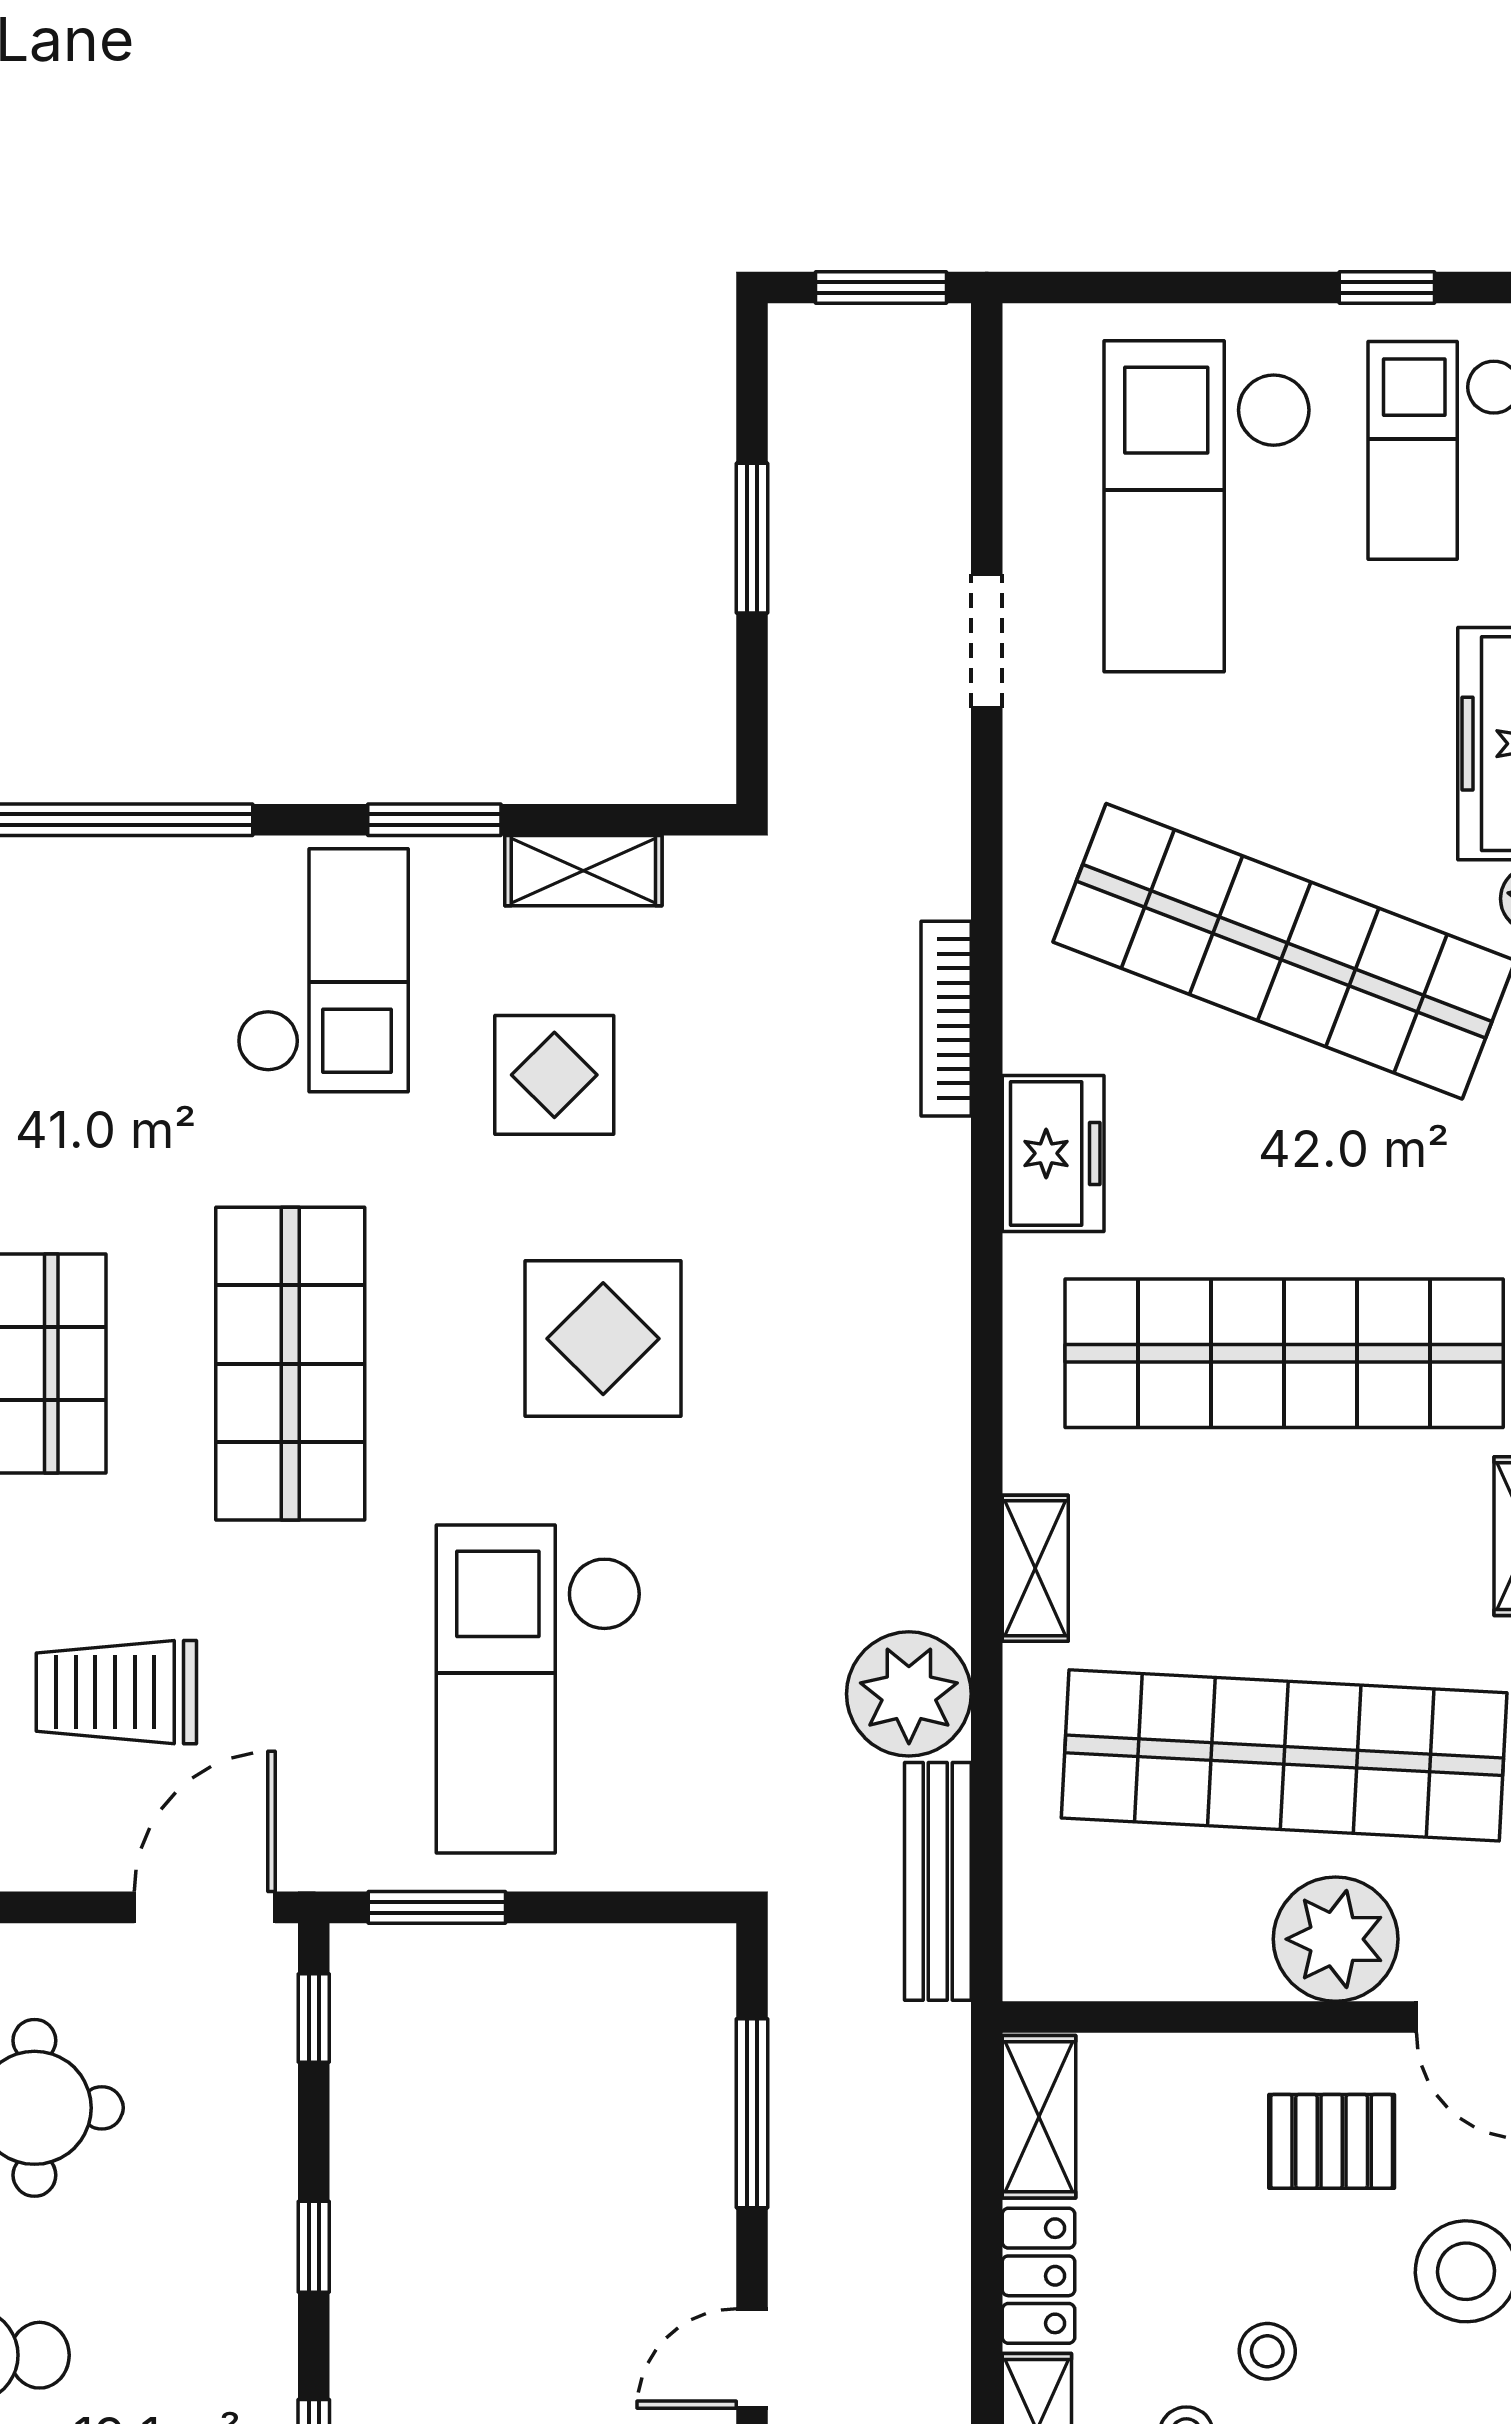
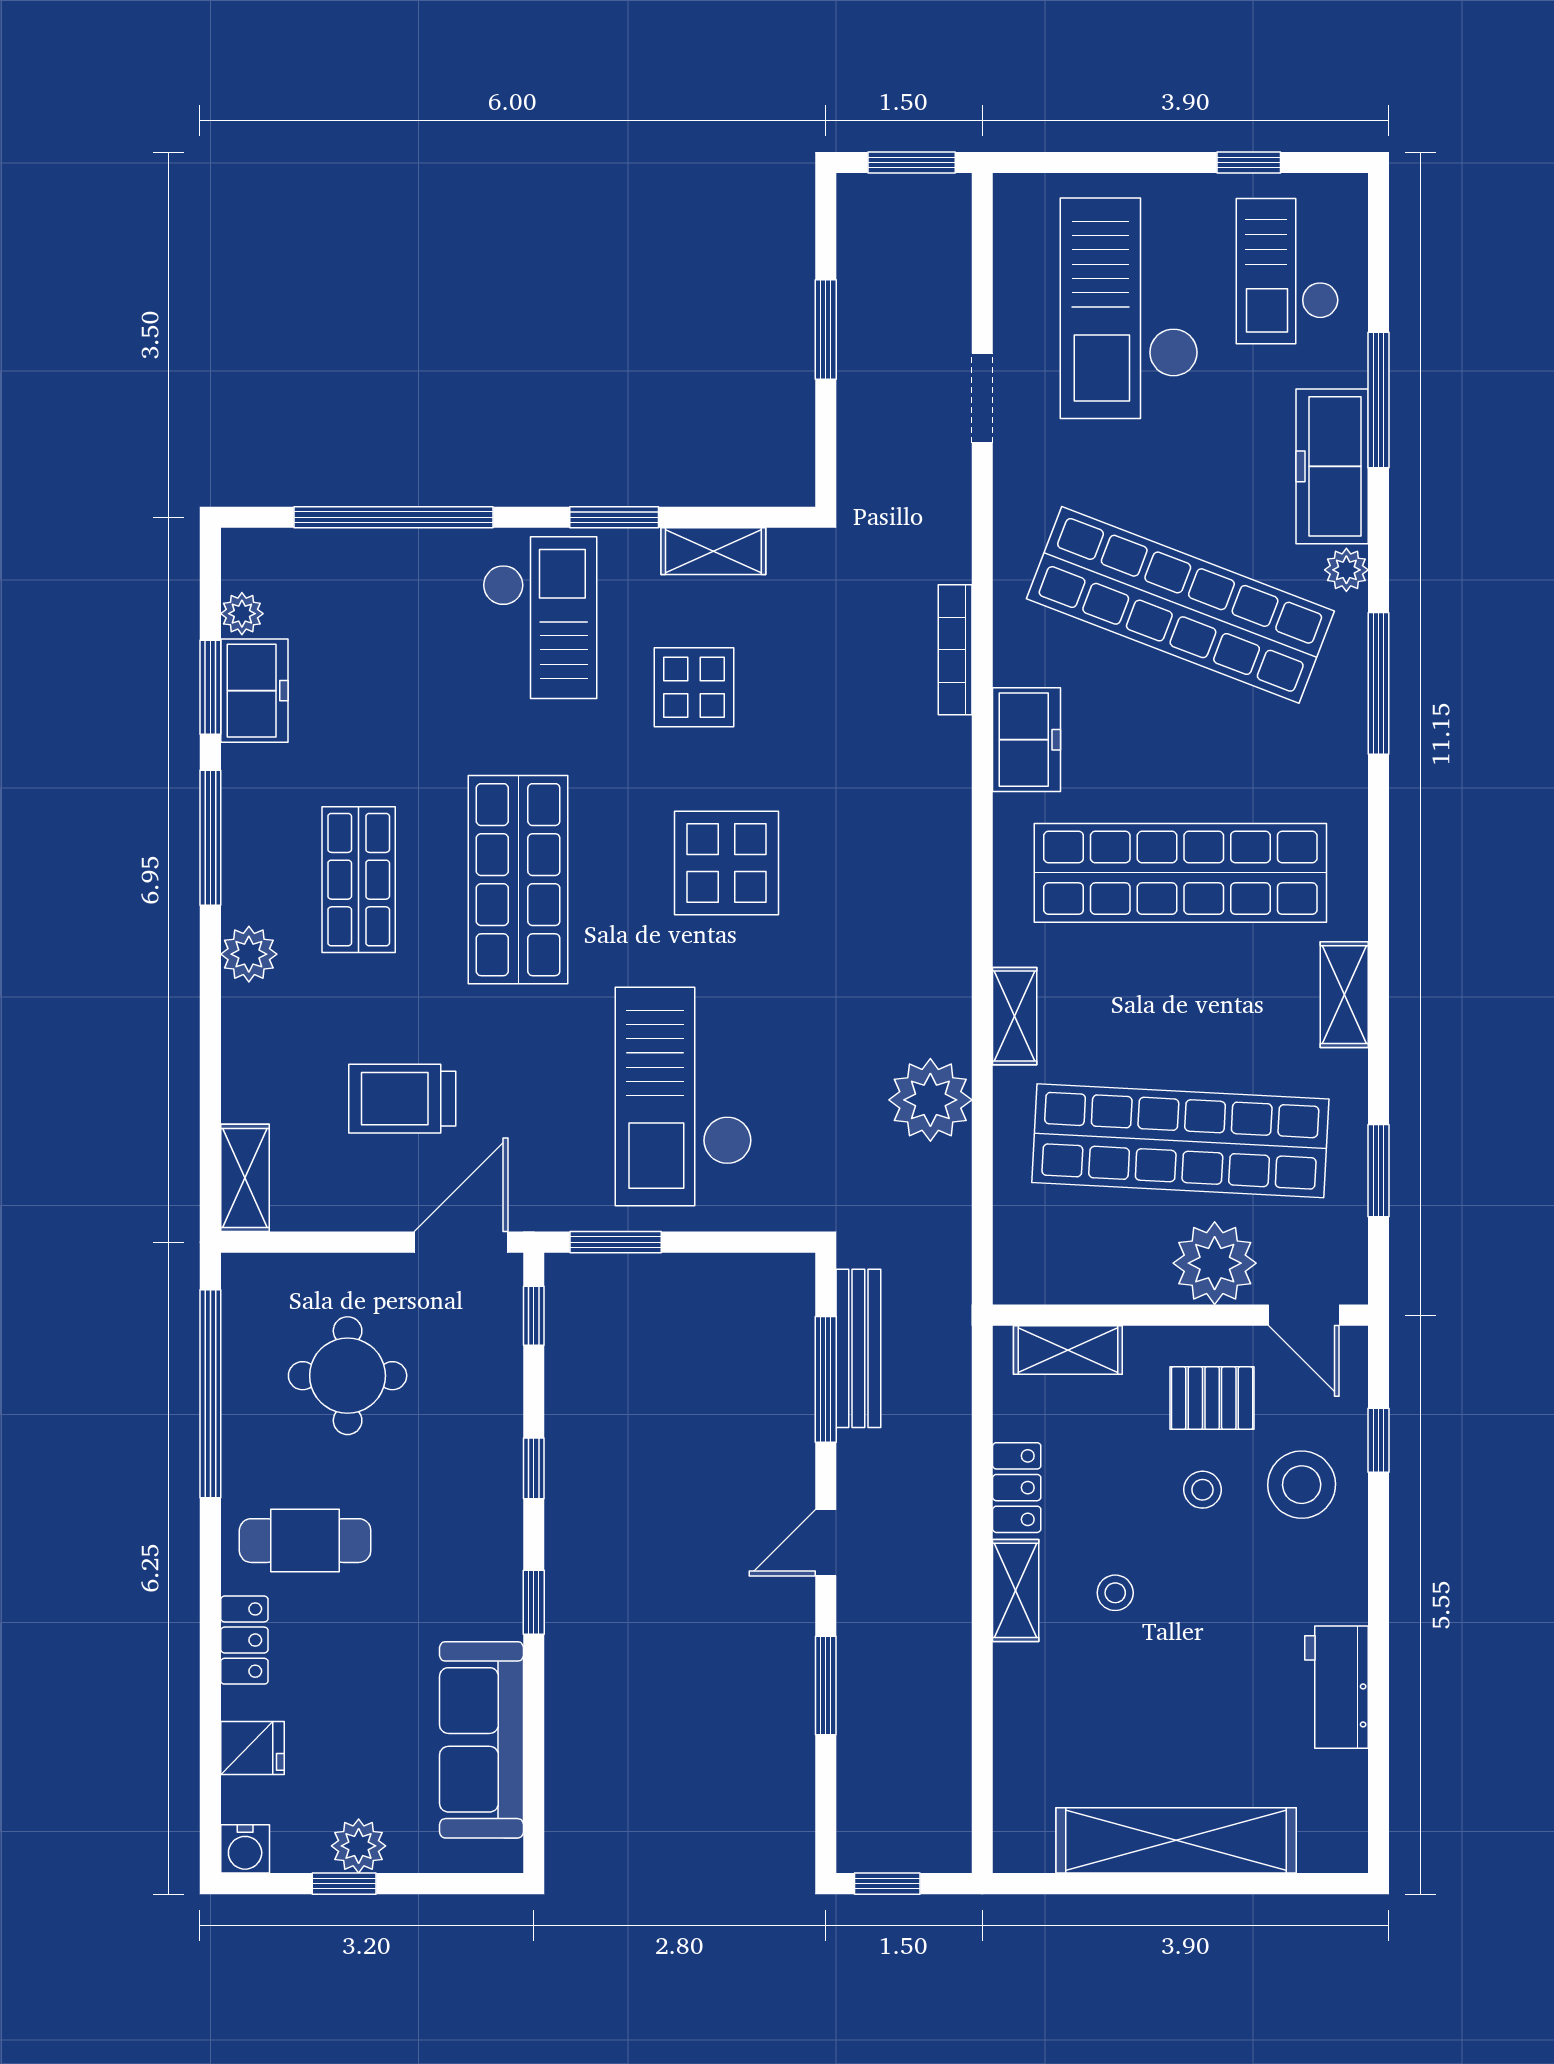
bench: (938, 1881) -> (858, 1348), moved
shelving: (1039, 2117) -> (1068, 1350), moved, turned 90
stool: (1267, 2351) -> (1203, 1490), moved

